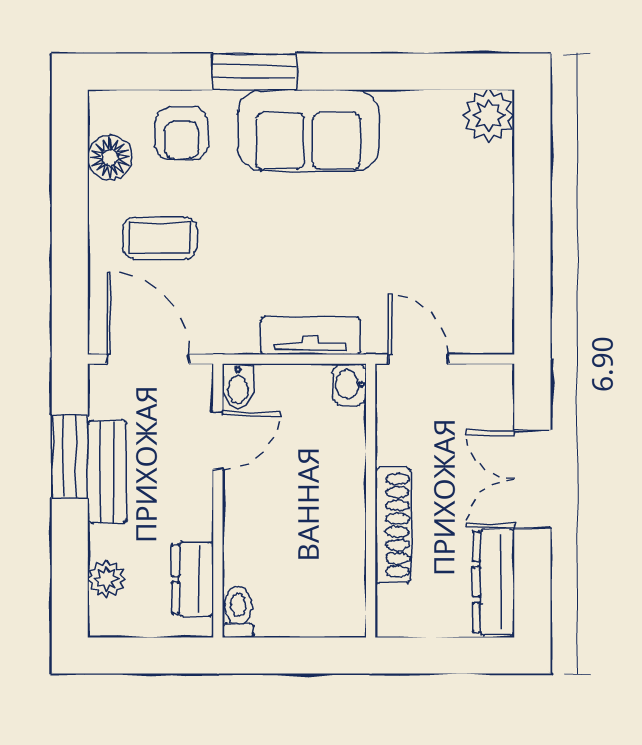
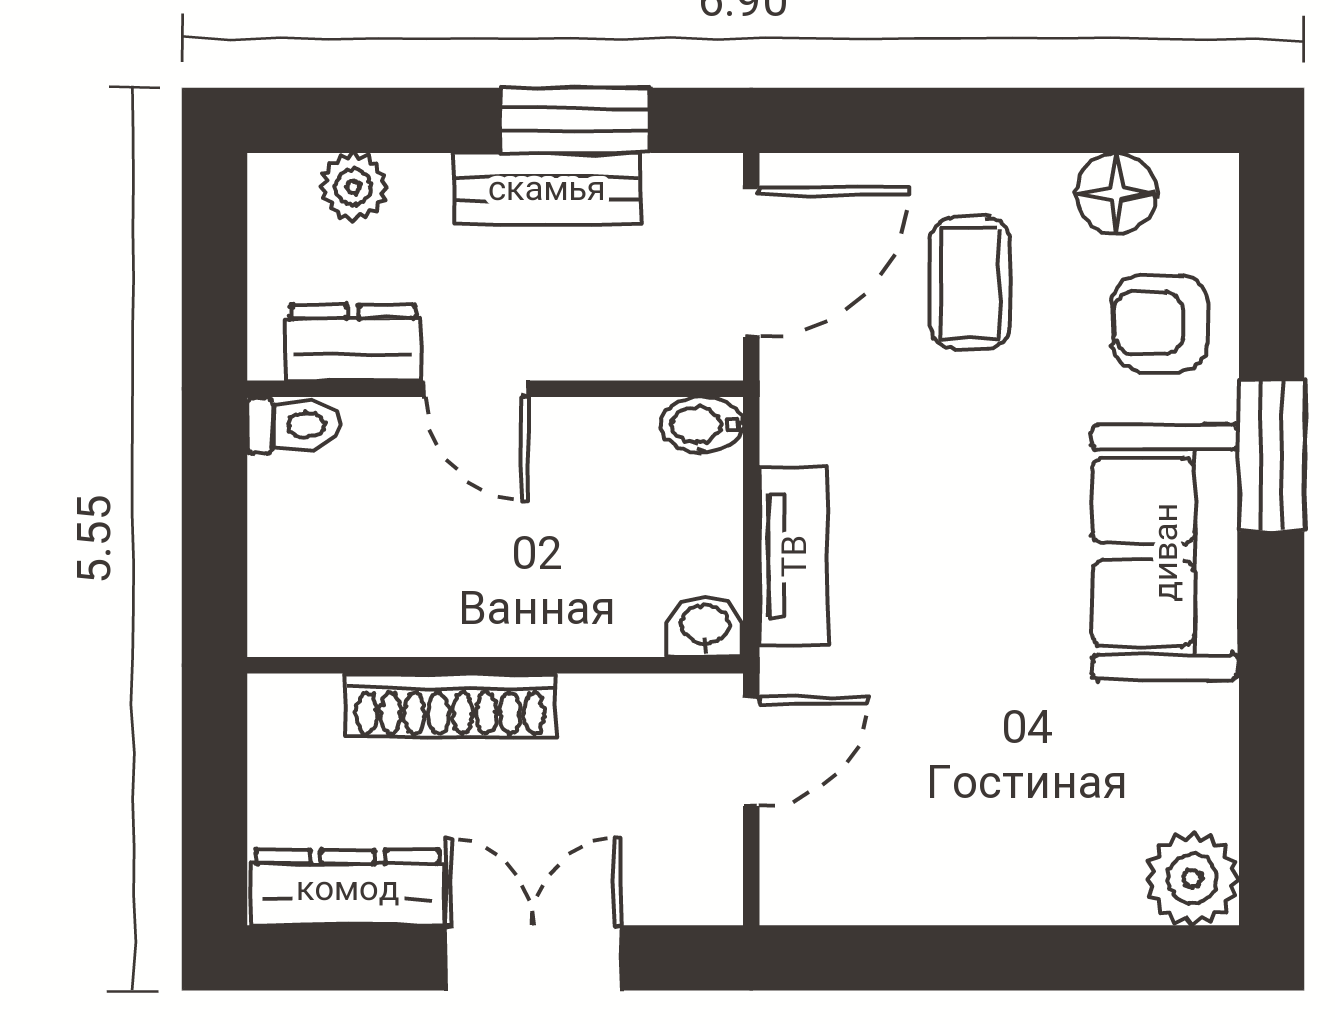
door: (218, 440) -> (477, 389), moved

